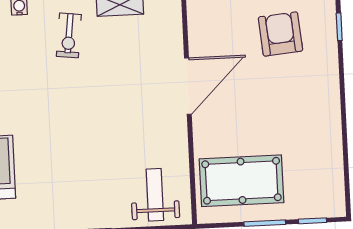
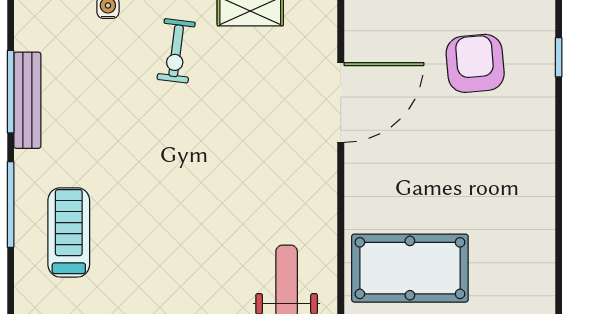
door: (188, 86) -> (341, 102), moved

